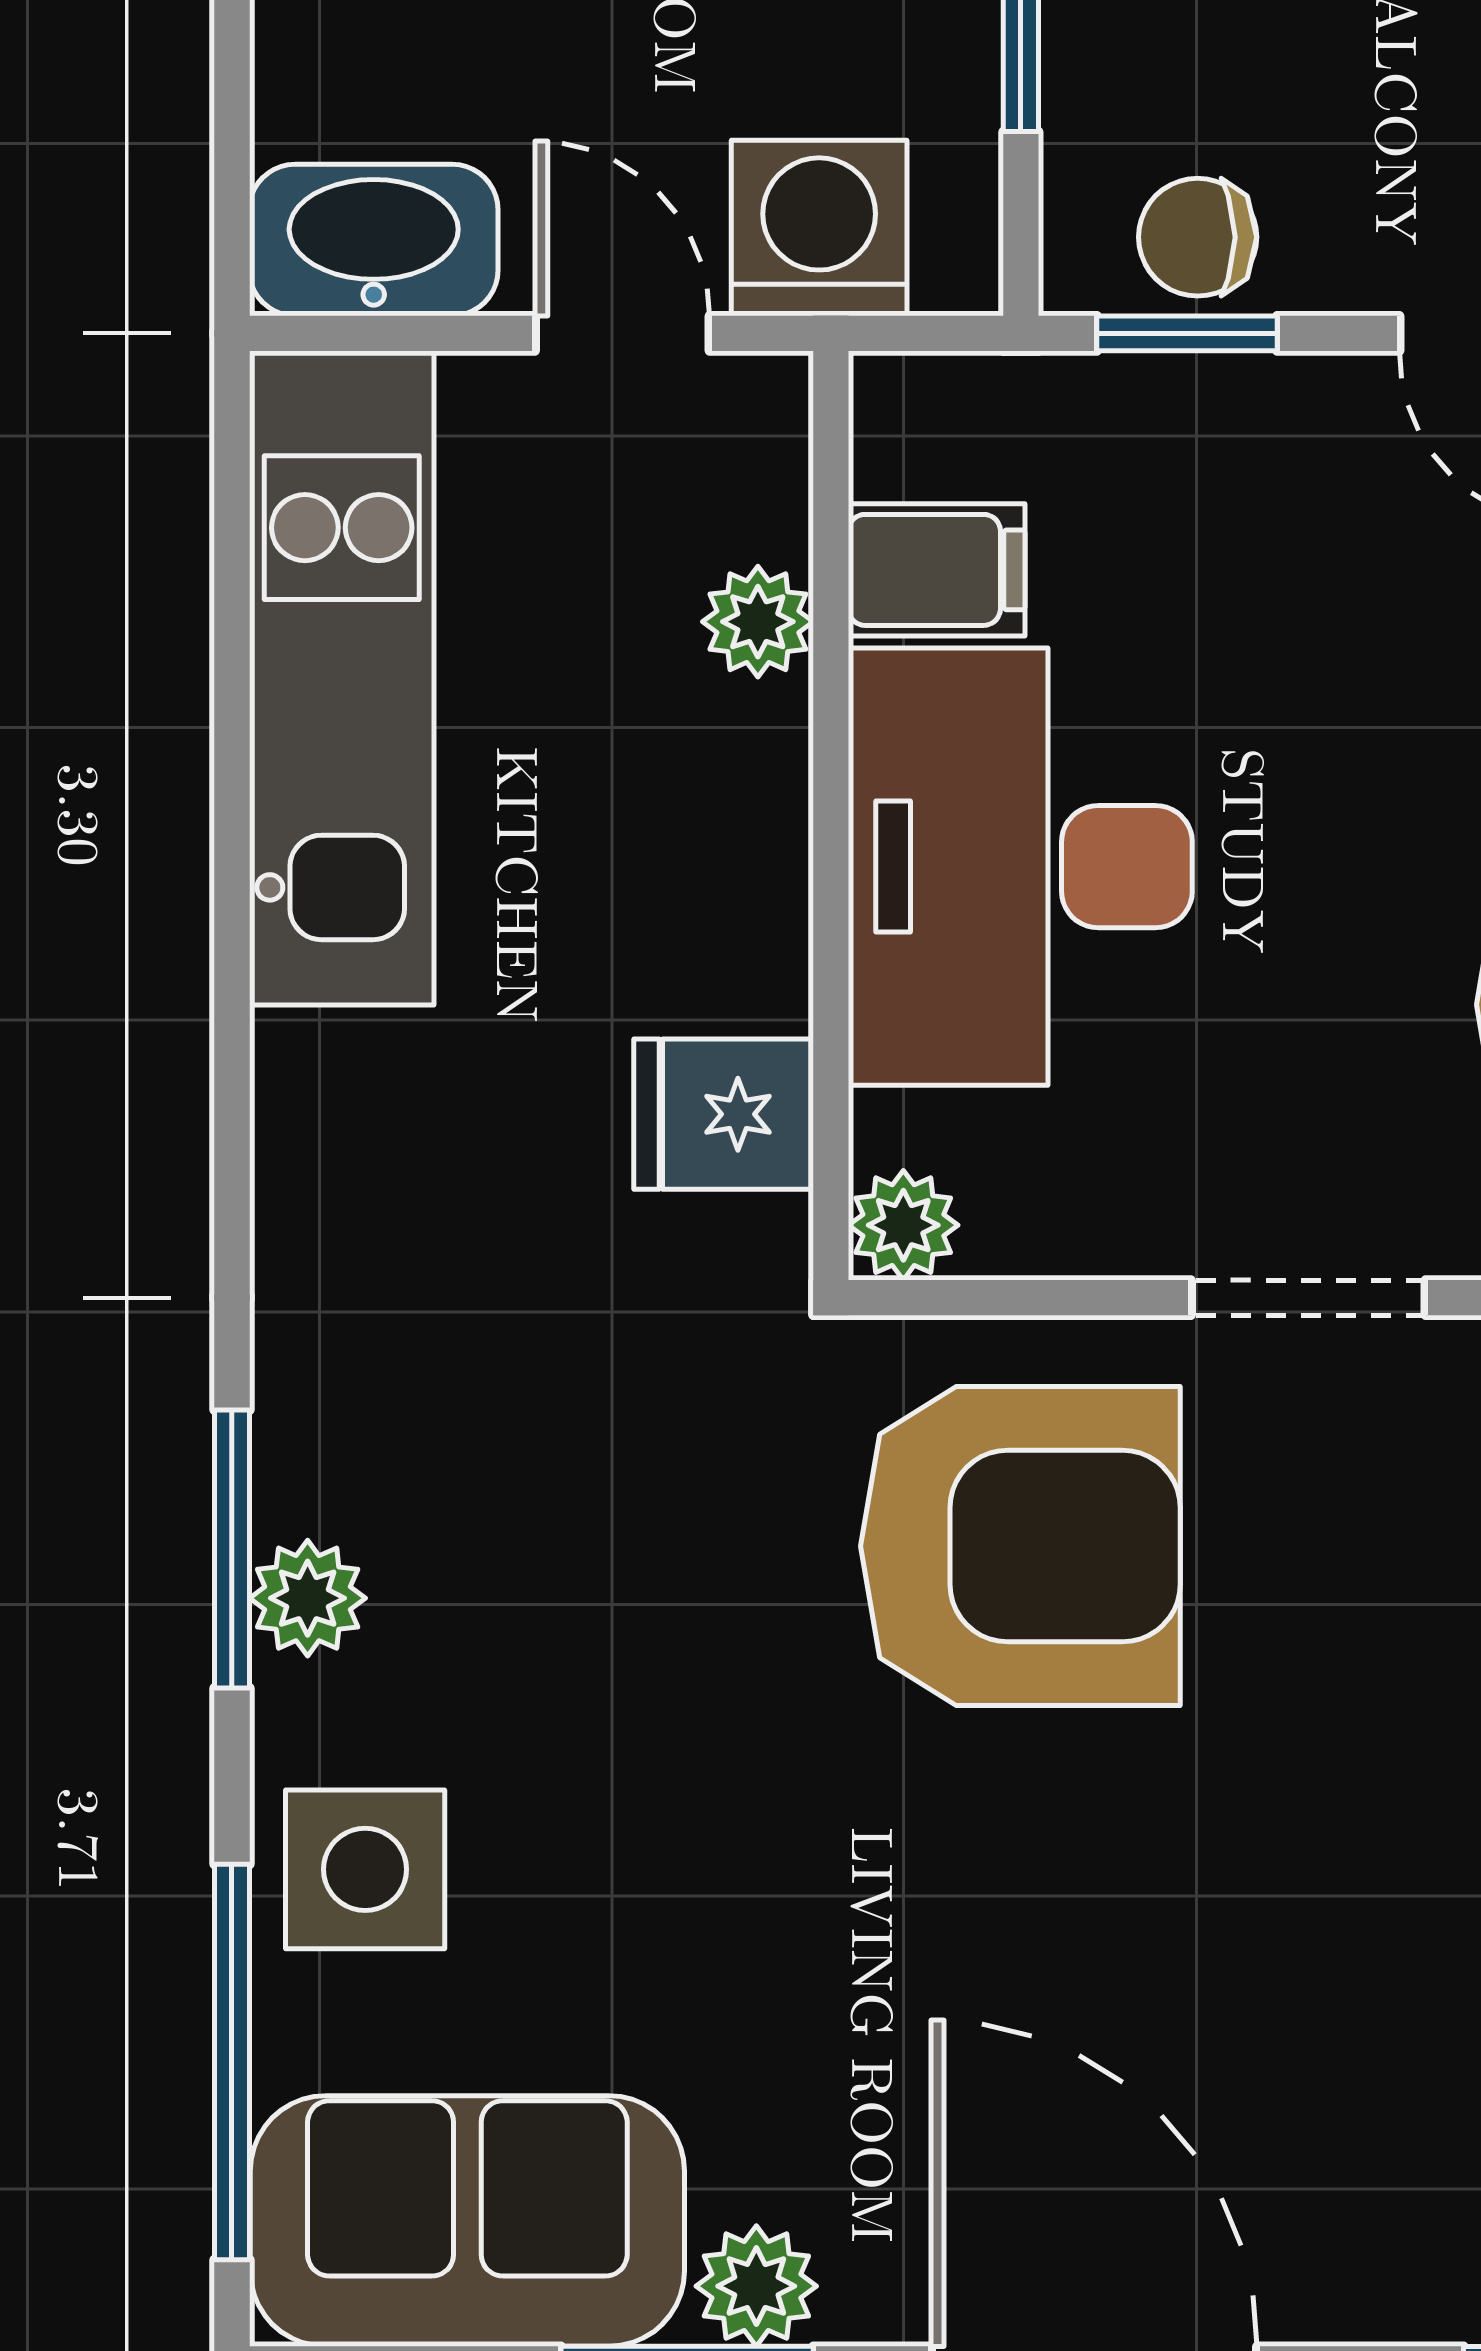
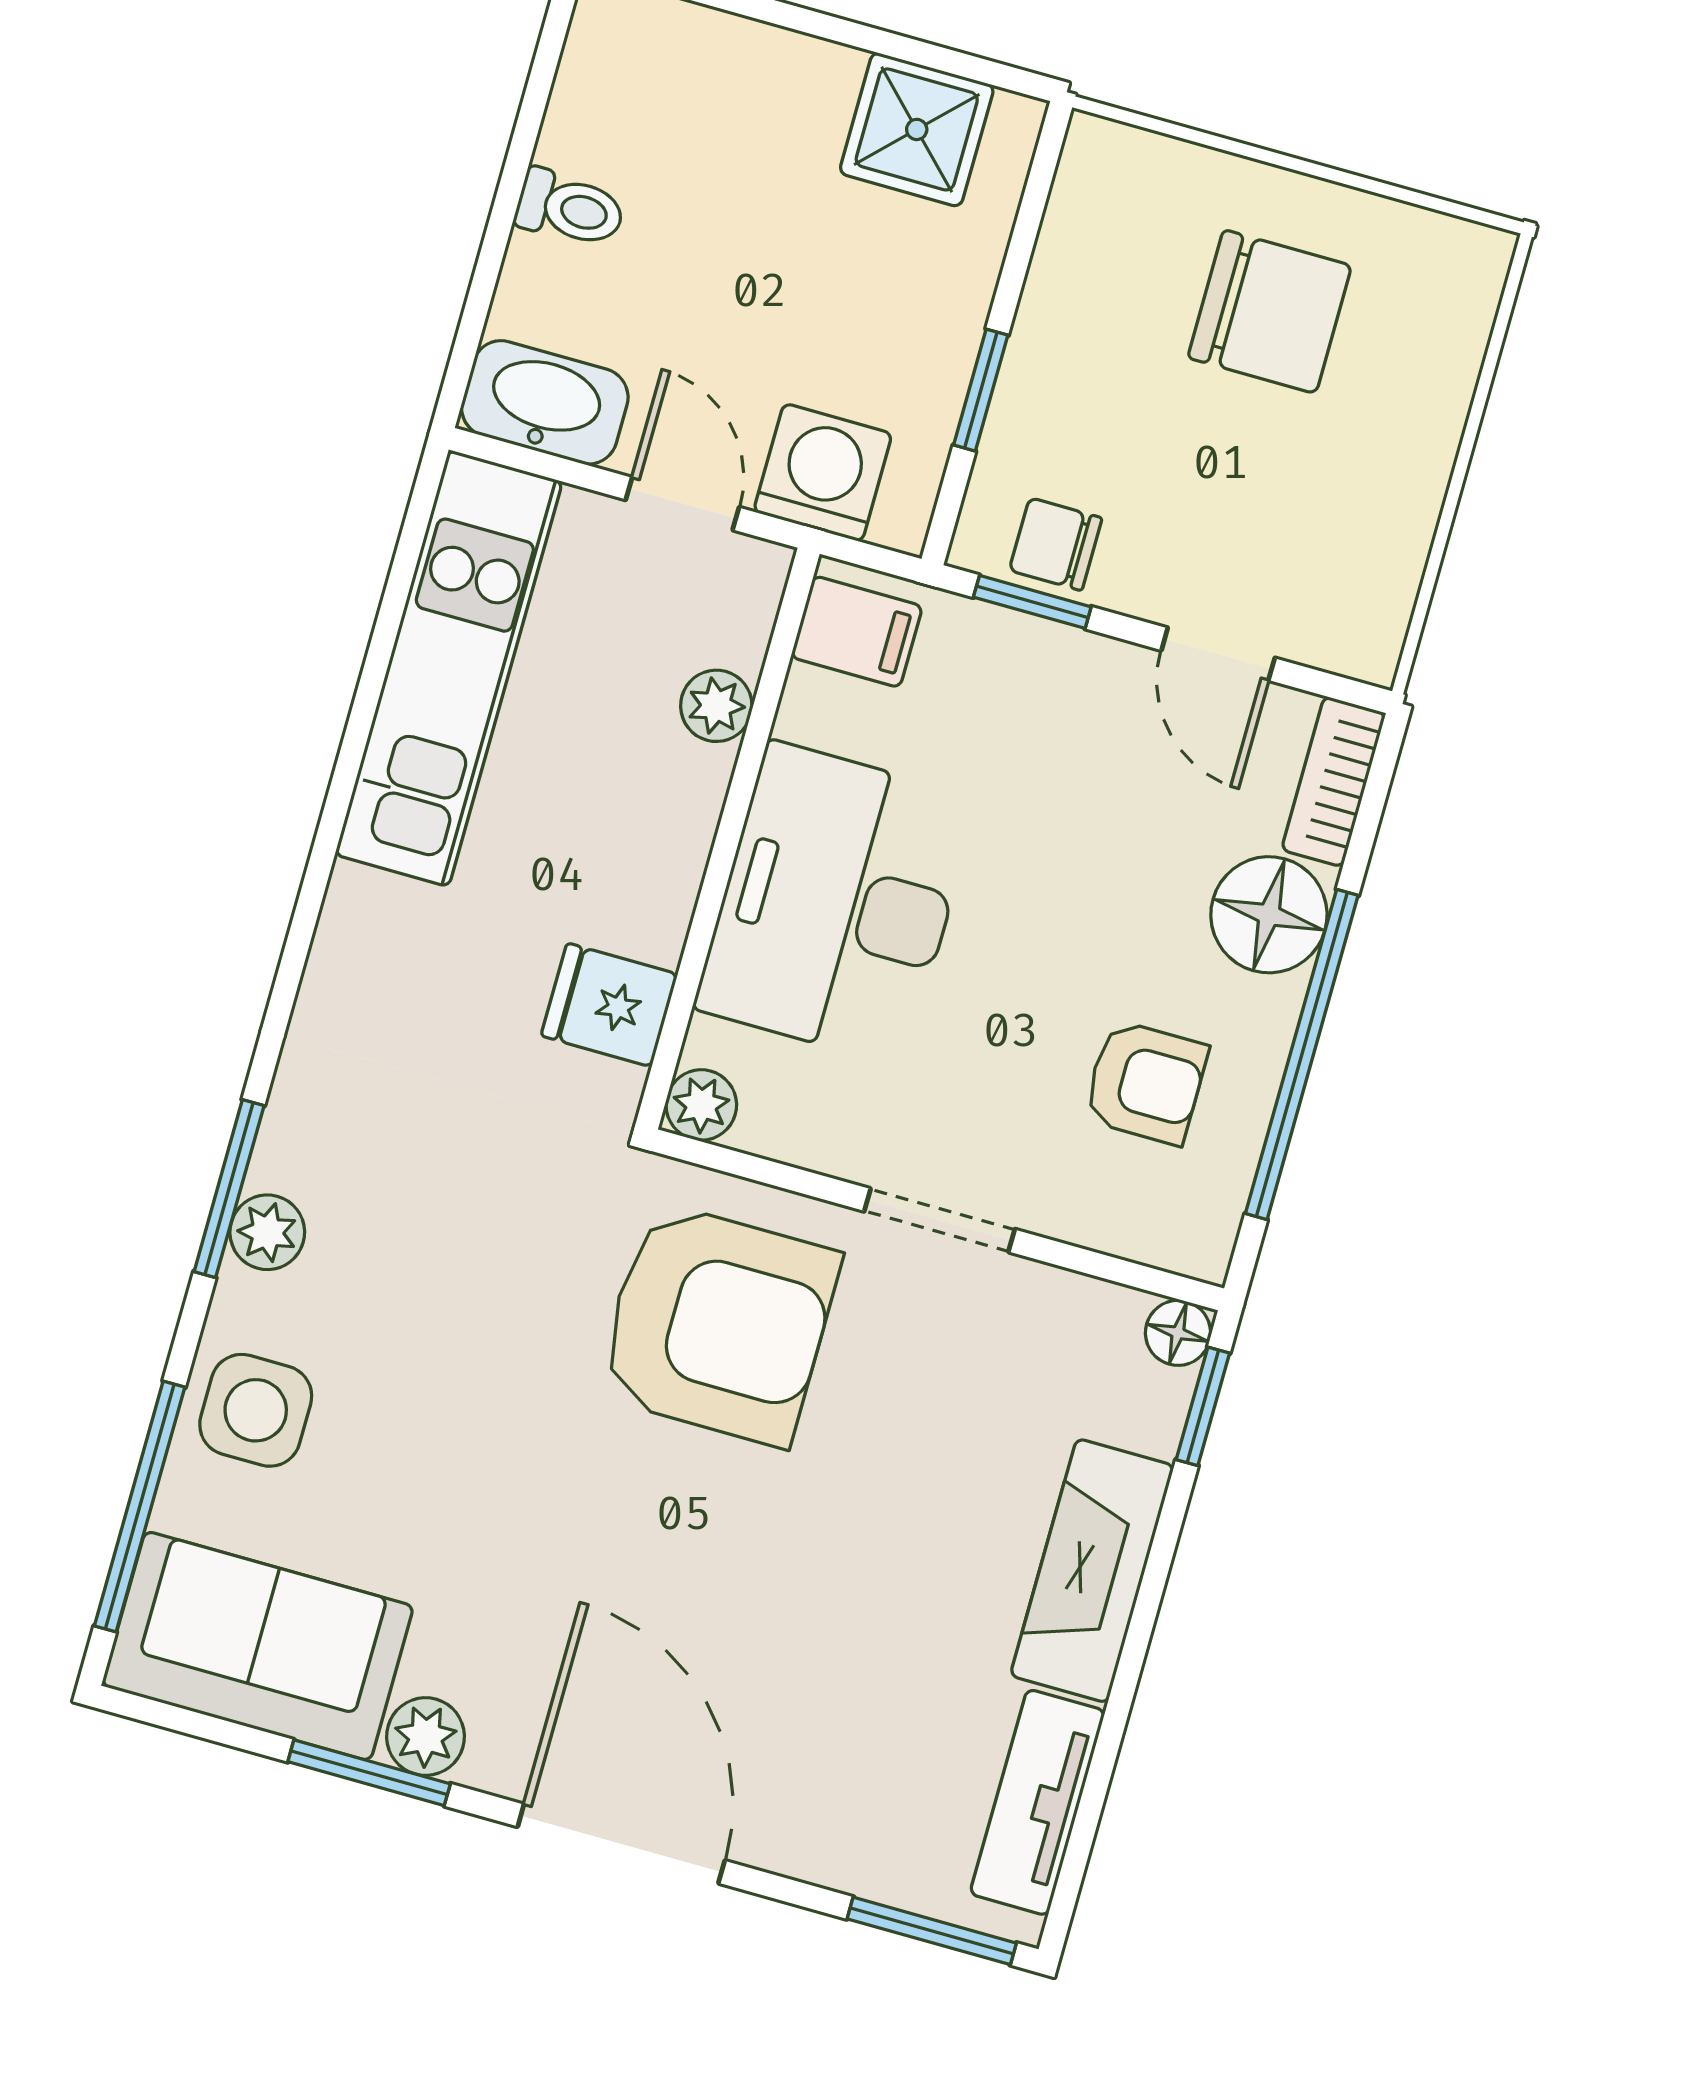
filing cabinet: (937, 570) -> (857, 632), moved

